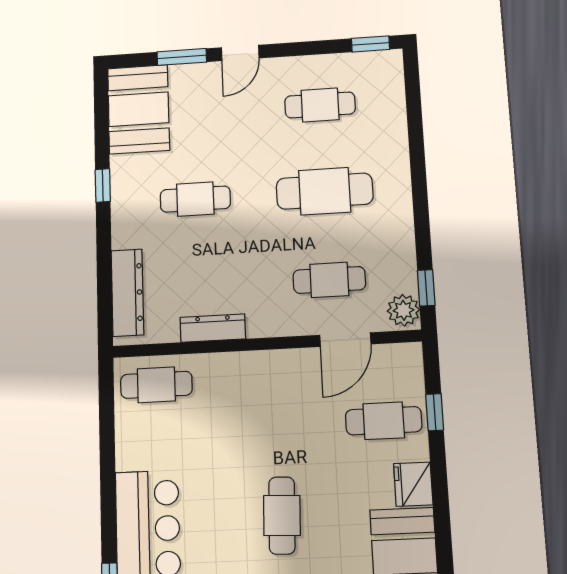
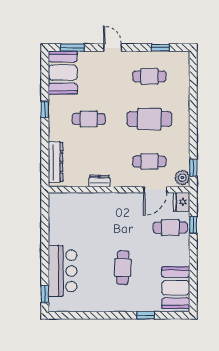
window: (370, 44) -> (160, 48), moved
door: (240, 53) -> (113, 48), swing flipped
window: (182, 57) -> (72, 48), moved
dresser: (213, 328) -> (99, 181), width x0.70
cafe table: (156, 385) -> (68, 206), removed
fridge: (413, 484) -> (182, 202), moved

